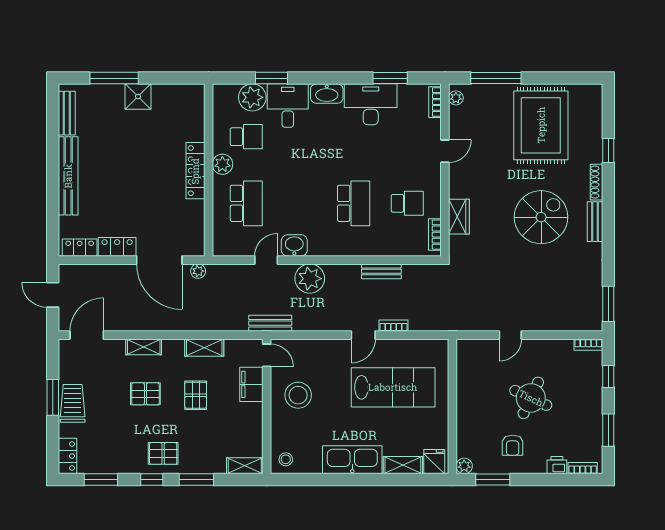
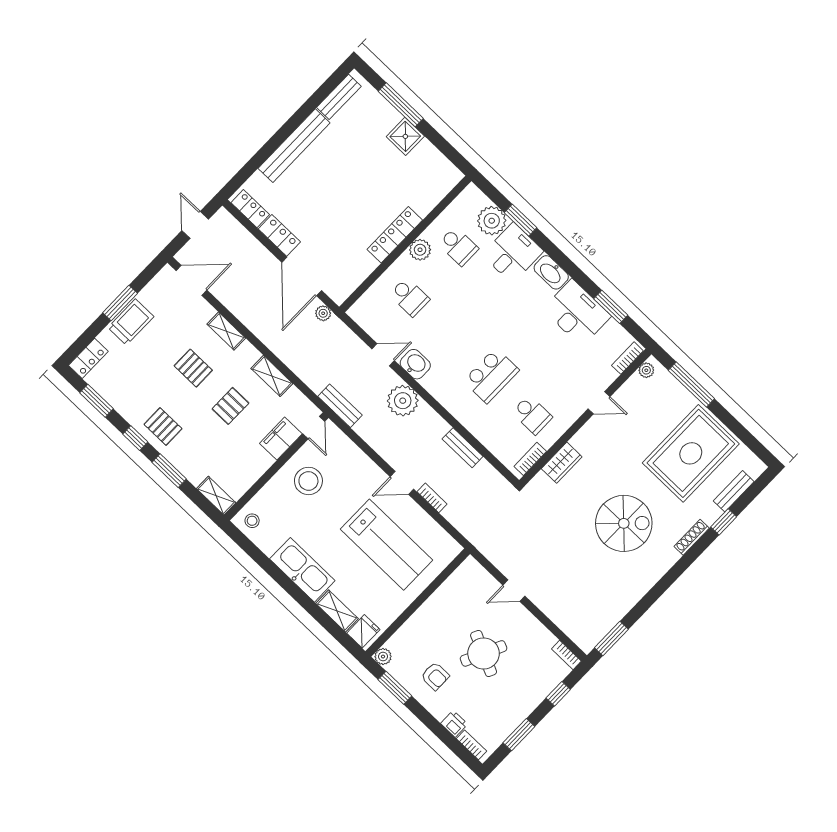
school desk: (246, 203) -> (410, 297), width x0.54
bench: (595, 222) -> (734, 491), moved
armchair: (513, 445) -> (435, 676), turned -90

